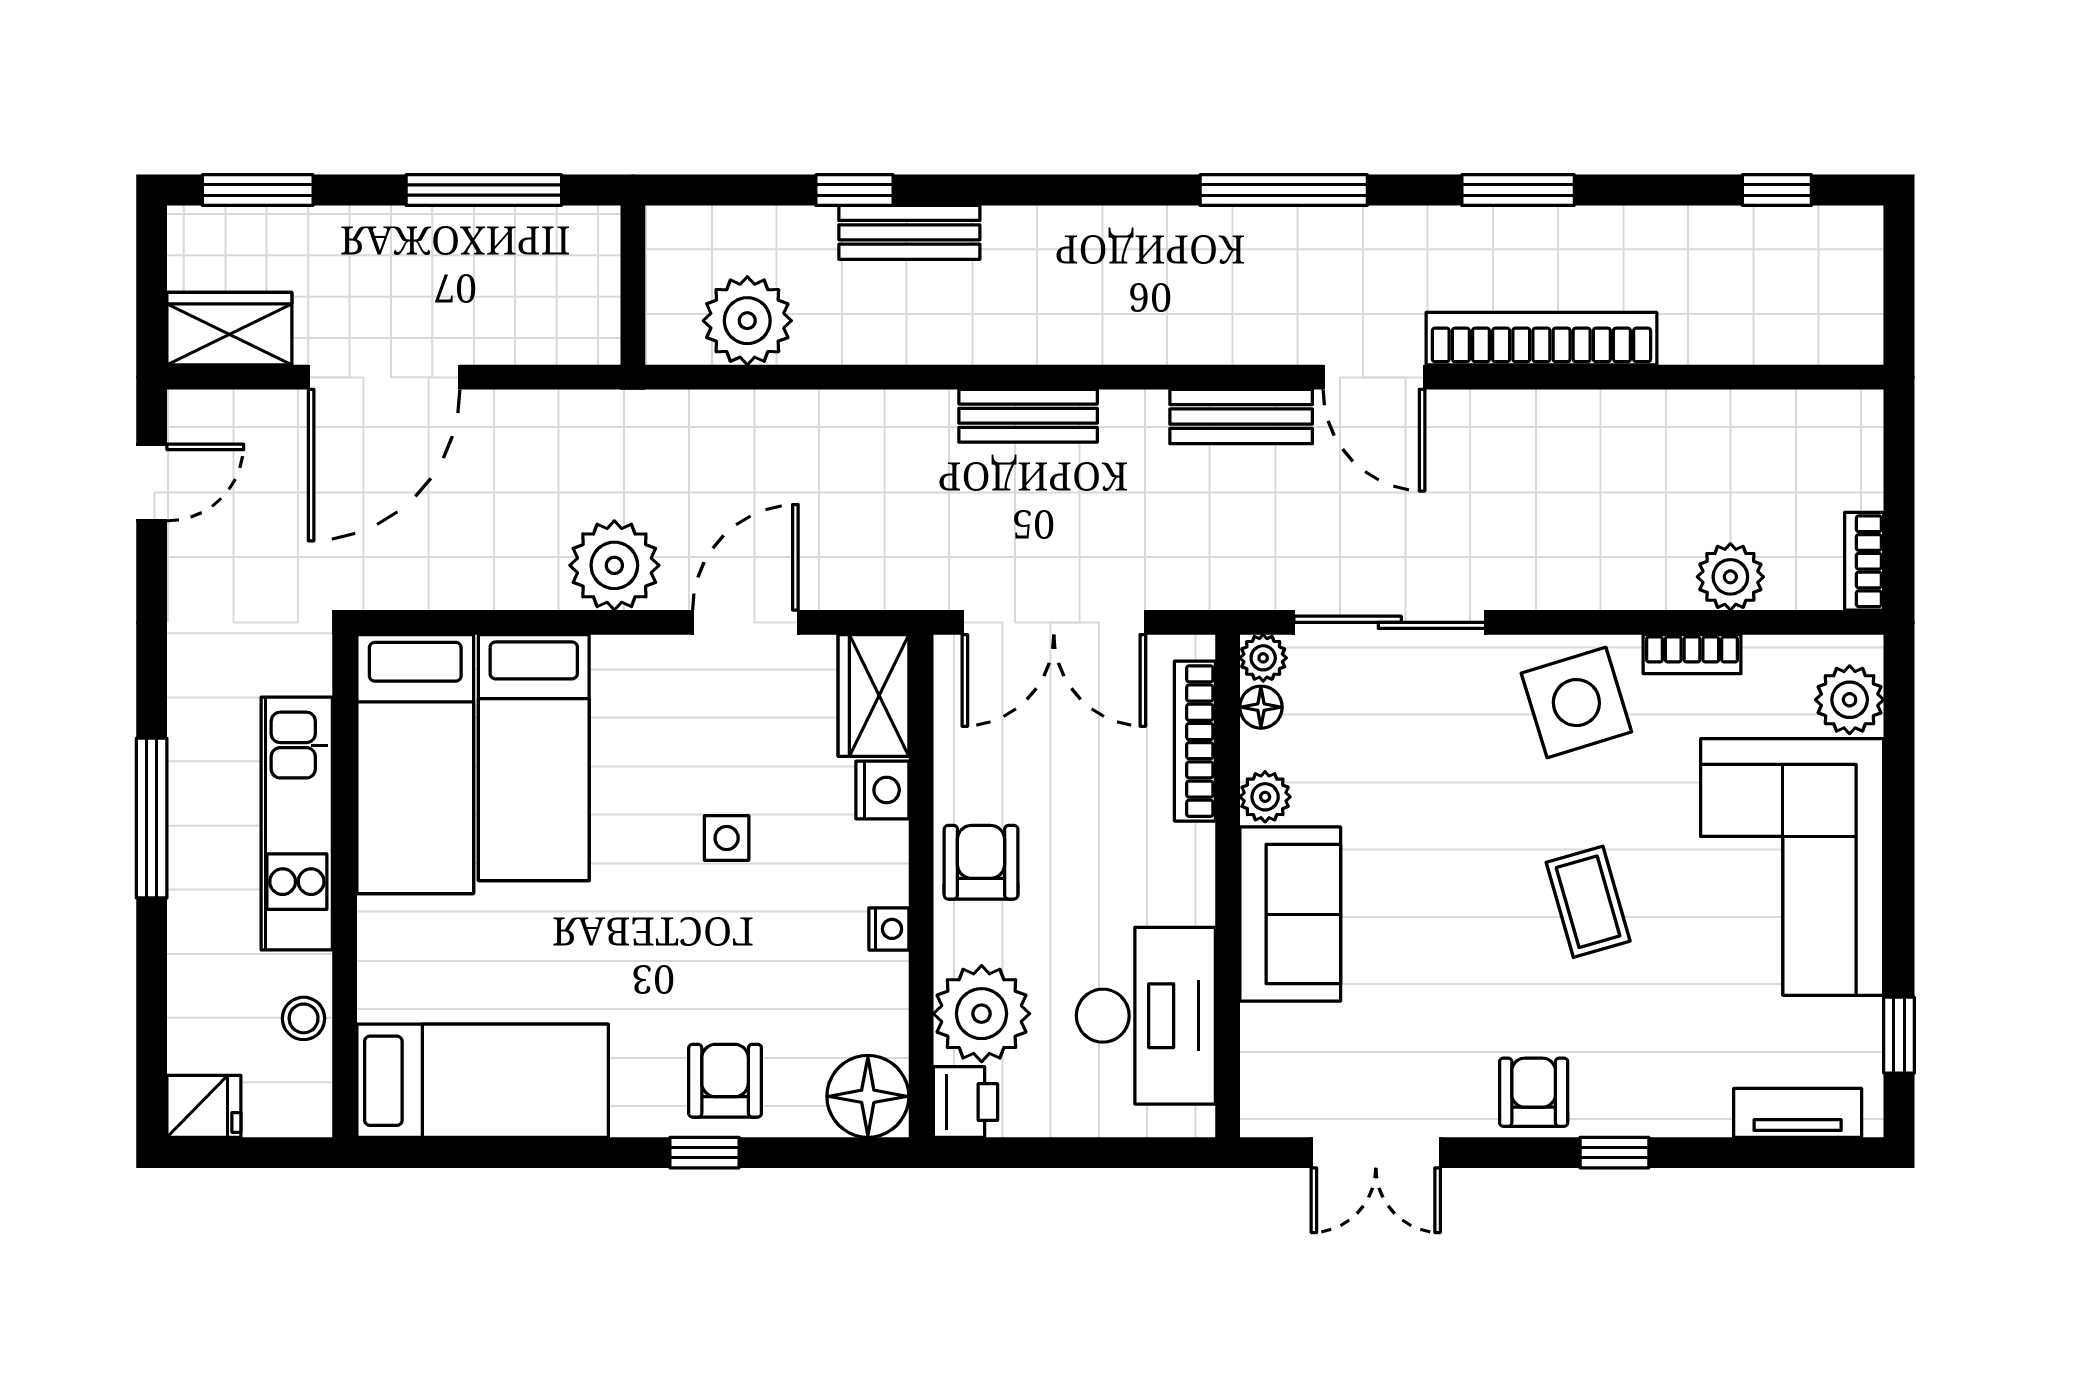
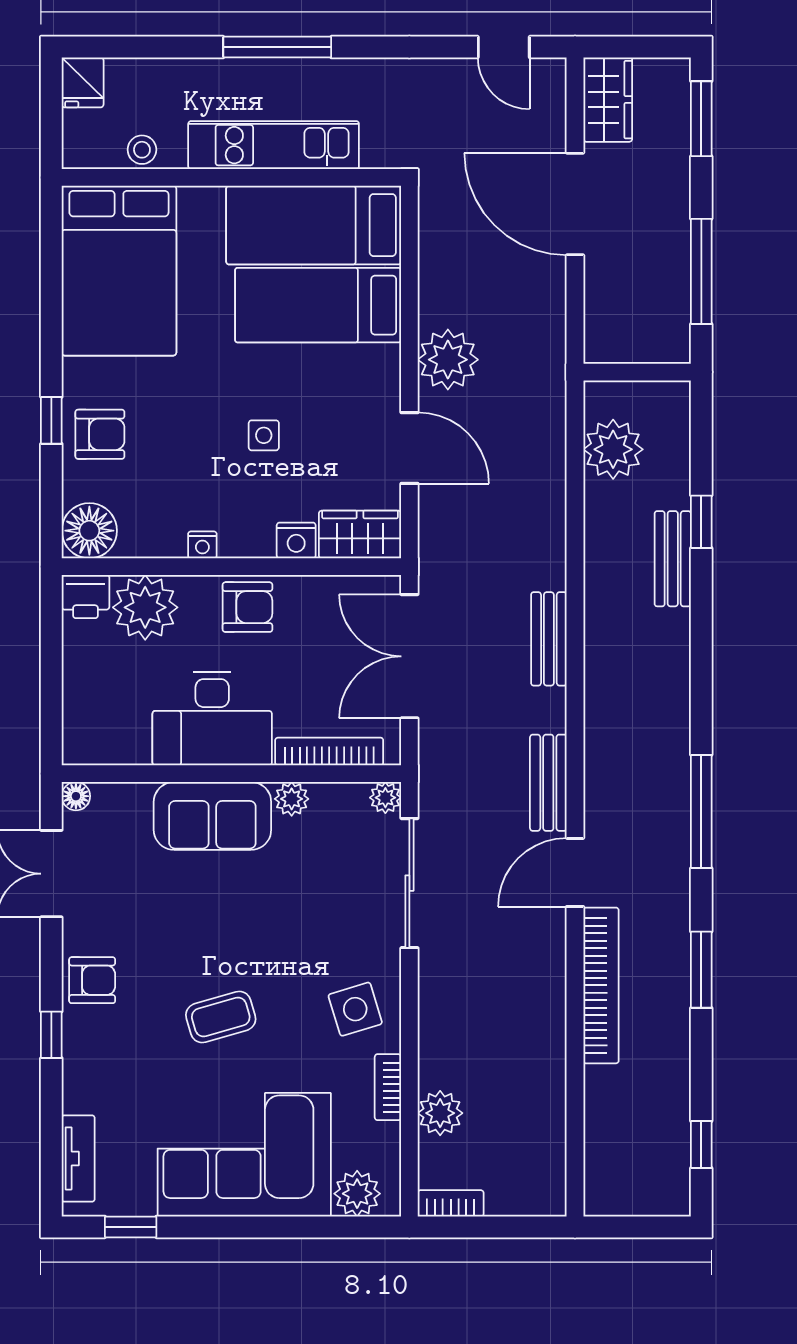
side table: (1576, 703) -> (355, 1009), width x0.73, depth x0.73
floor lamp: (1261, 707) -> (76, 796), moved
desk: (1146, 1016) -> (212, 718), moved
bed: (483, 1081) -> (119, 271), width x1.50

